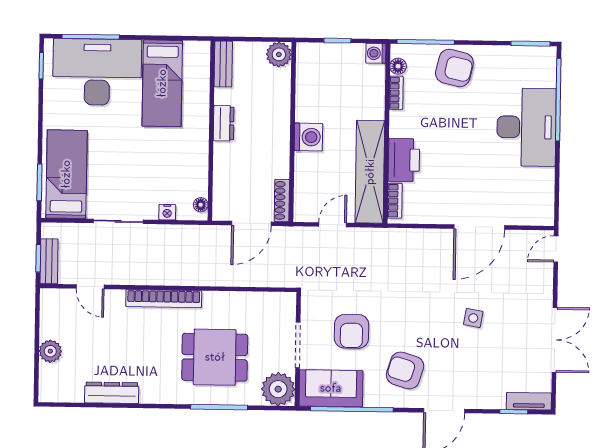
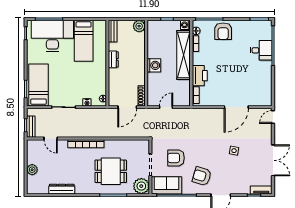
armchair: (454, 68) -> (223, 31), turned 77
desk: (526, 127) -> (261, 50), width x0.53, depth x0.77
shelving: (370, 172) -> (183, 55), moved
armchair: (351, 331) -> (176, 158), turned 90

